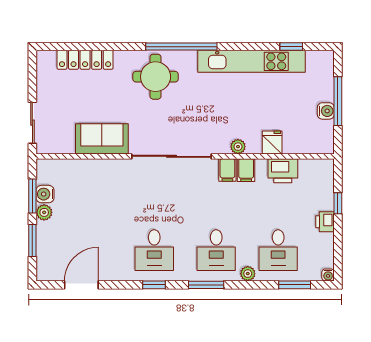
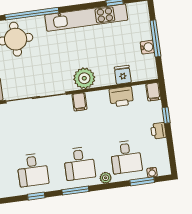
fridge: (272, 142) -> (123, 75), moved
plant: (238, 147) -> (84, 78), width x1.88, depth x1.88
filing cabinet: (246, 170) -> (153, 92), moved
water cooler: (328, 275) -> (152, 172), moved

